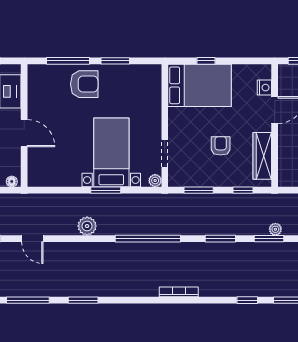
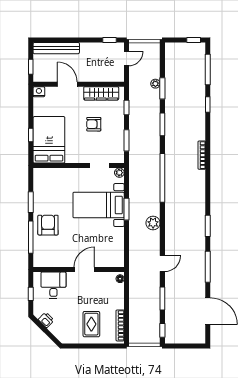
nightstand: (264, 88) -> (39, 92), moved

